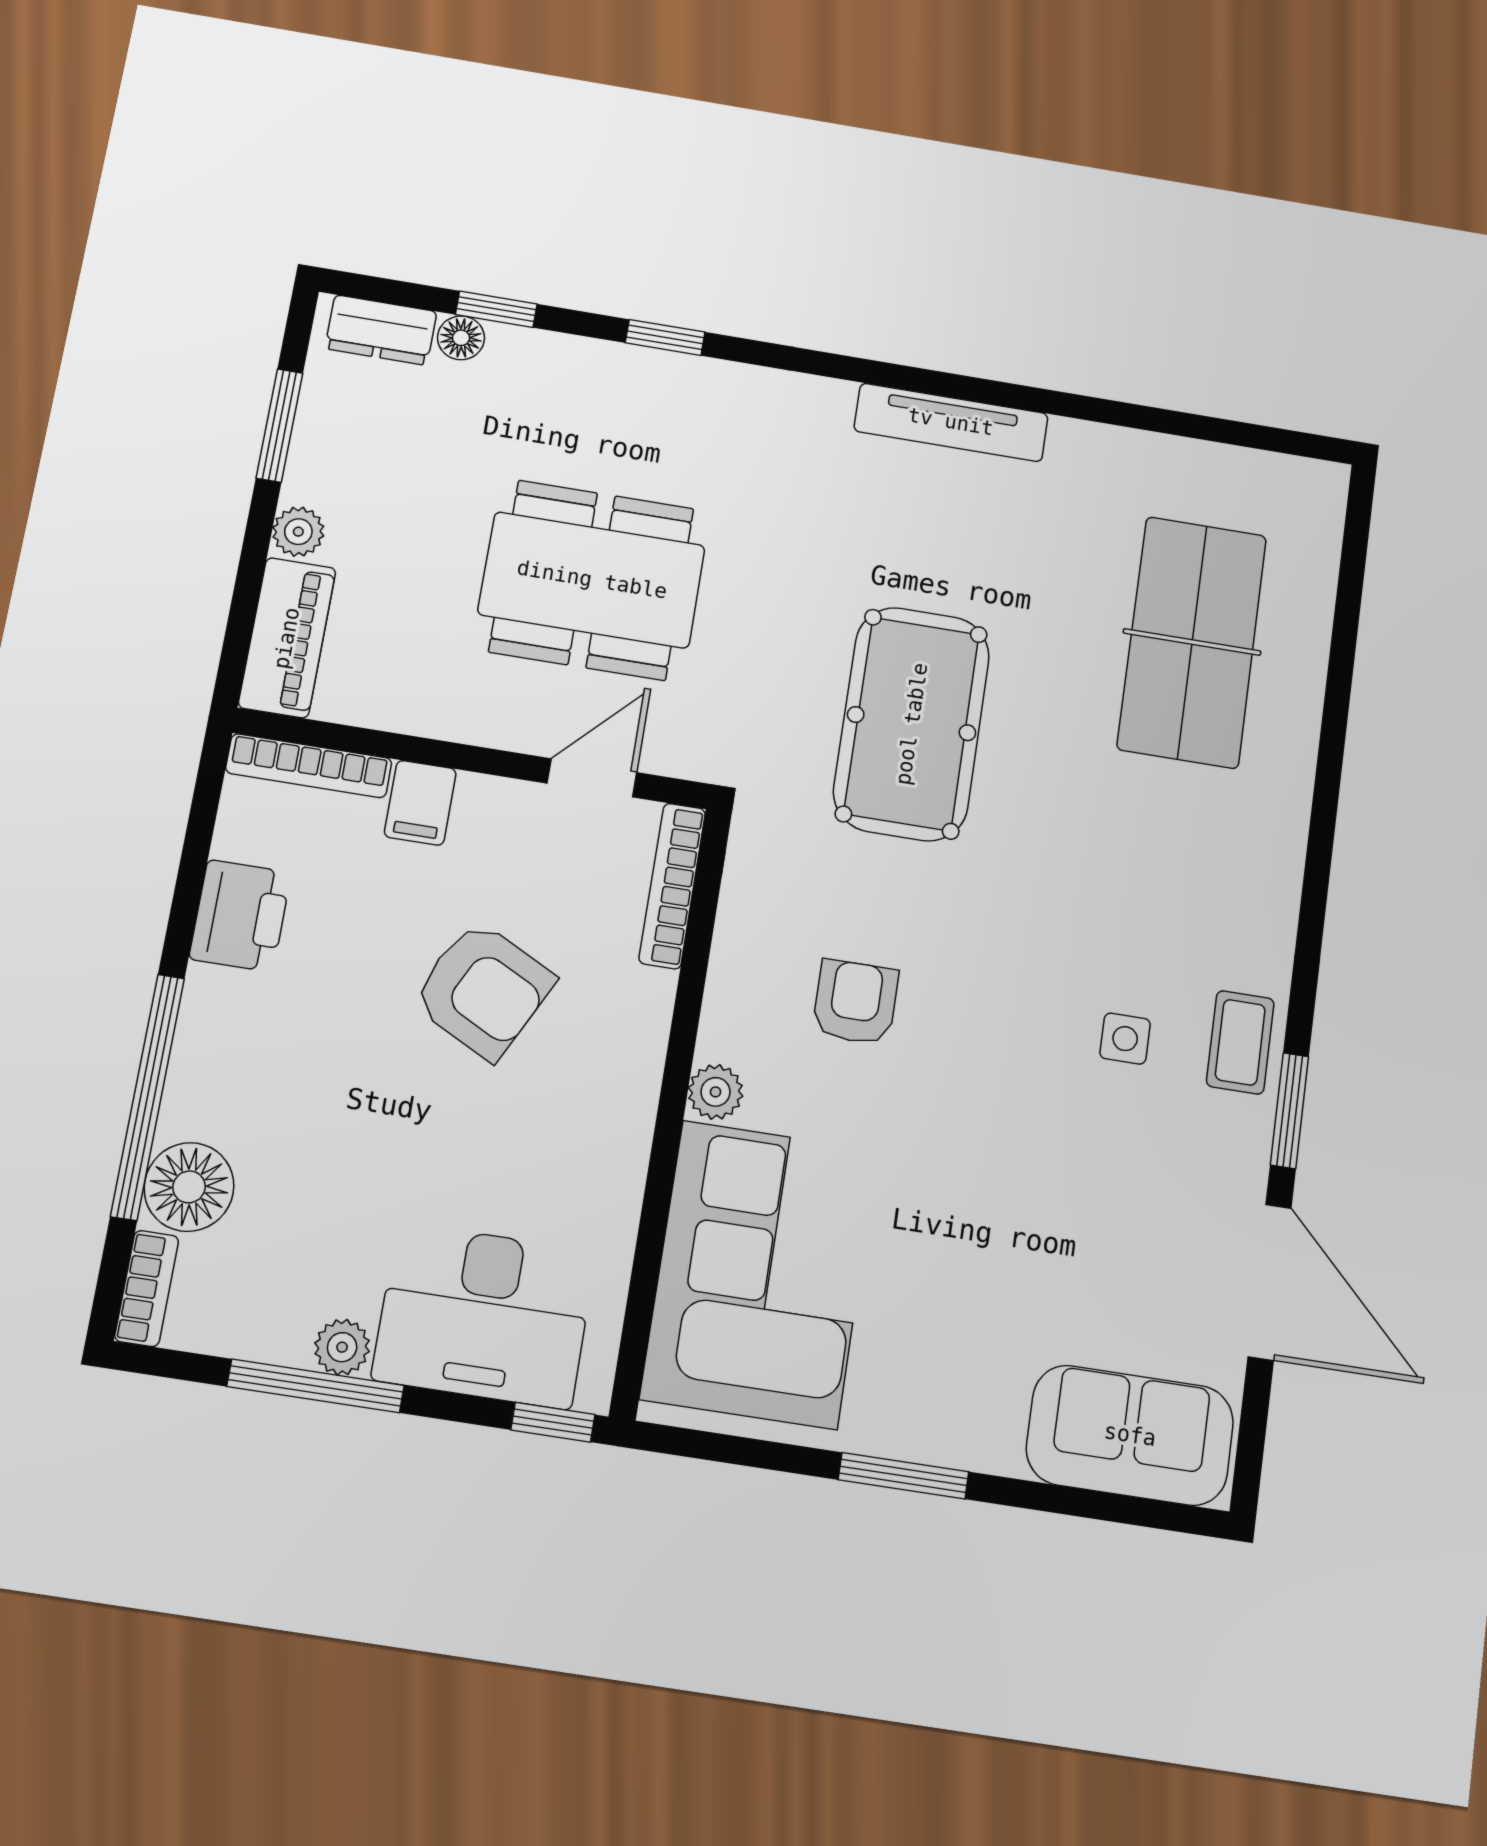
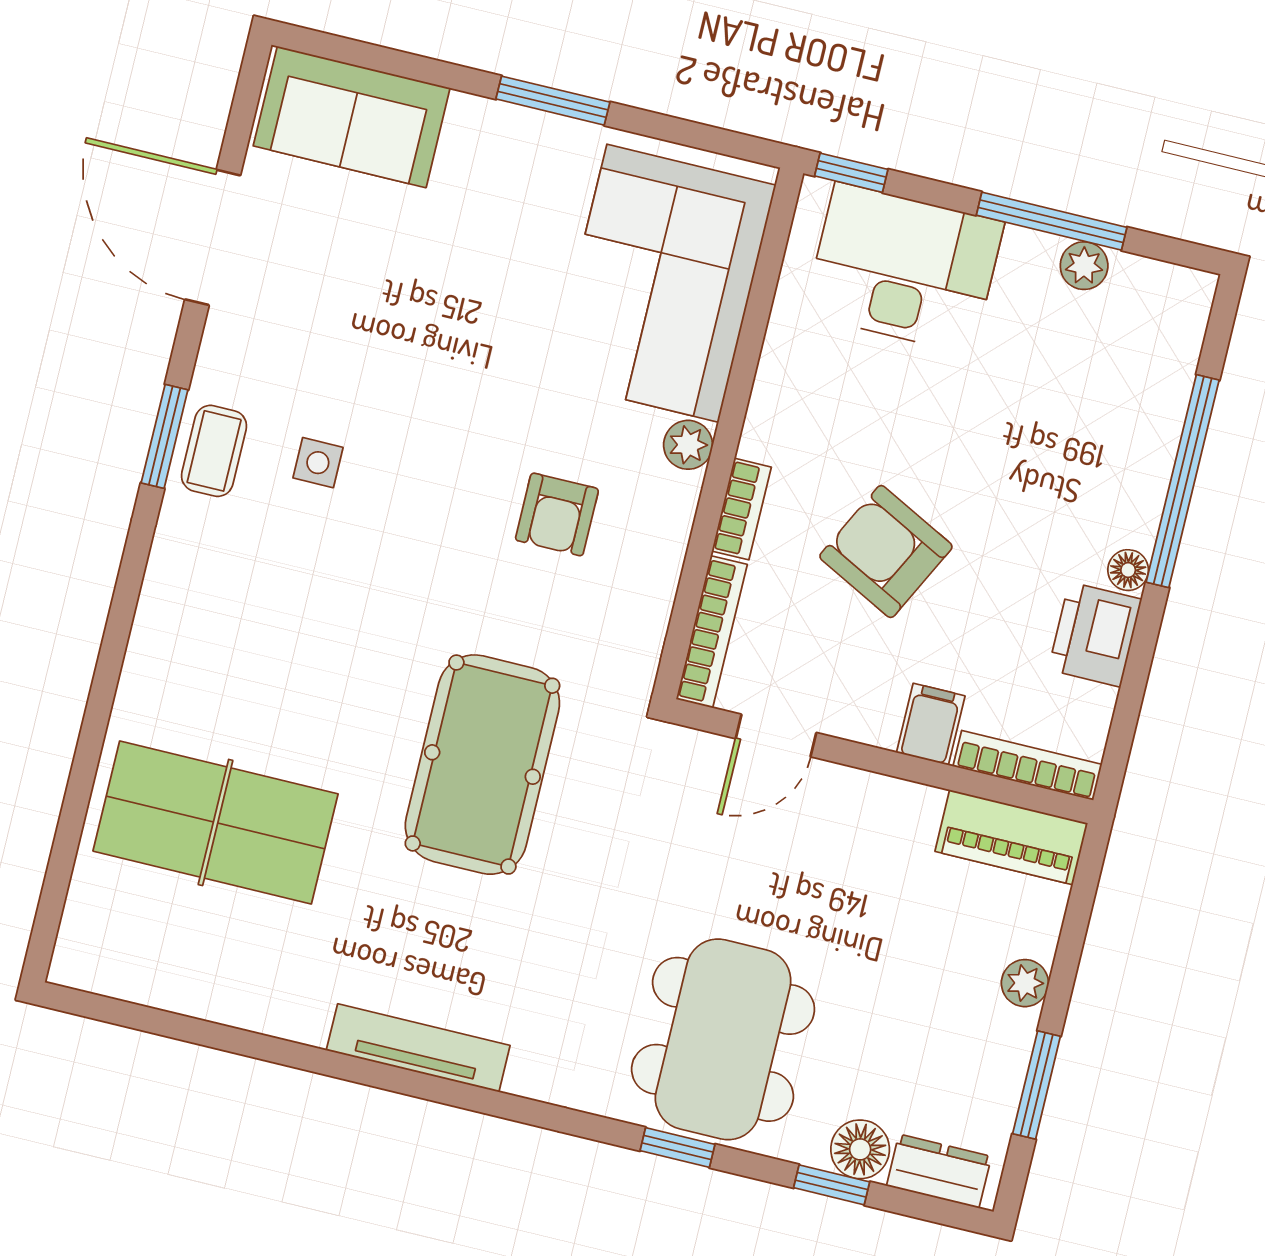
floor lamp: (461, 338) -> (860, 1149), width x1.37, depth x1.37
dining table: (592, 580) -> (723, 1039), moved, turned 90
piano: (287, 638) -> (1011, 837), moved, turned -90
table tennis table: (1192, 642) -> (216, 823), turned 90
window: (1289, 1111) -> (165, 436), moved
floor lamp: (189, 1187) -> (1128, 570), moved, width x0.53, depth x0.53
bookcase: (147, 1288) -> (742, 509), moved, turned 180
plant: (342, 1347) -> (1084, 266), moved

